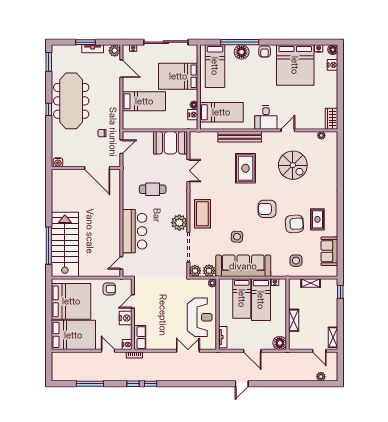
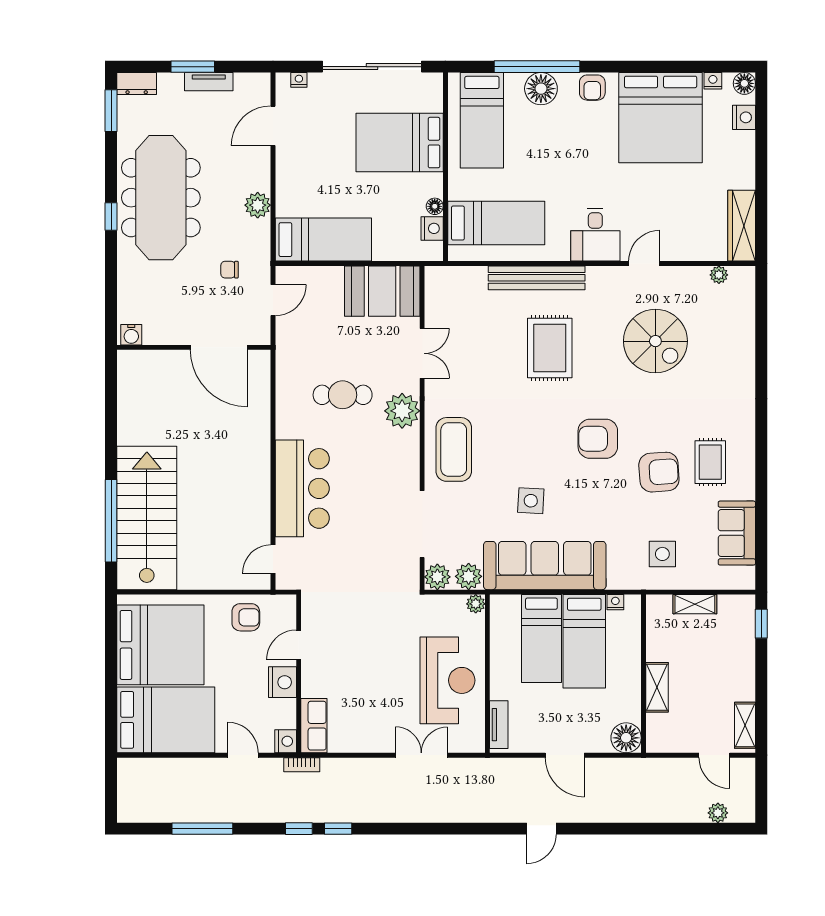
dresser: (60, 50) -> (137, 84), added
plant: (115, 51) -> (258, 205), moved
door: (121, 69) -> (273, 126), swing flipped
bed: (144, 101) -> (323, 240), moved
wardrobe: (332, 119) -> (742, 226), width x1.50
plant: (179, 223) -> (402, 411), moved

